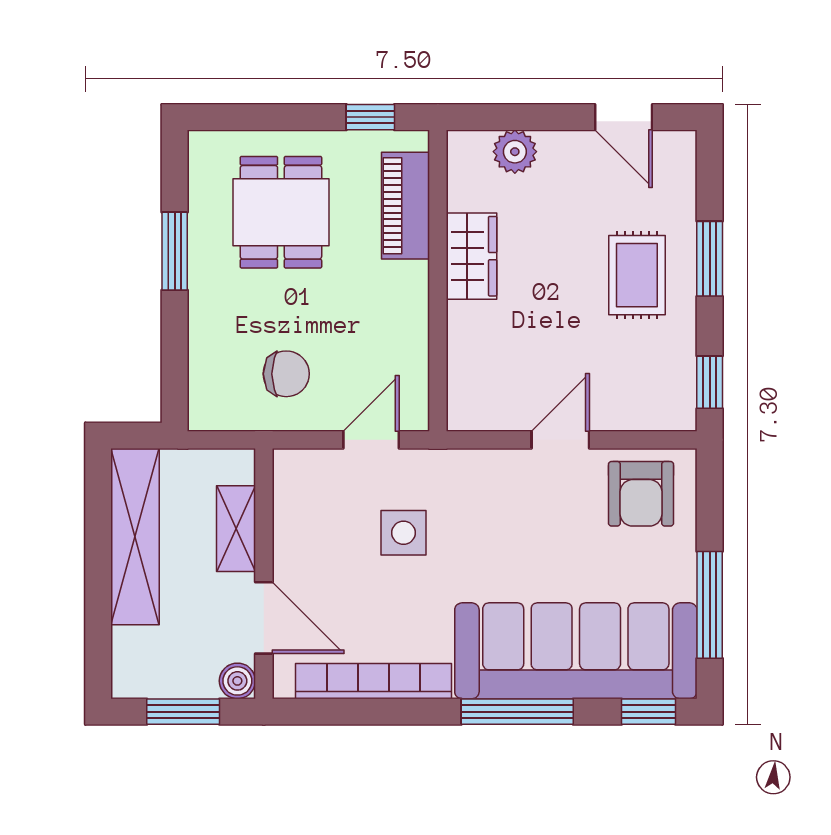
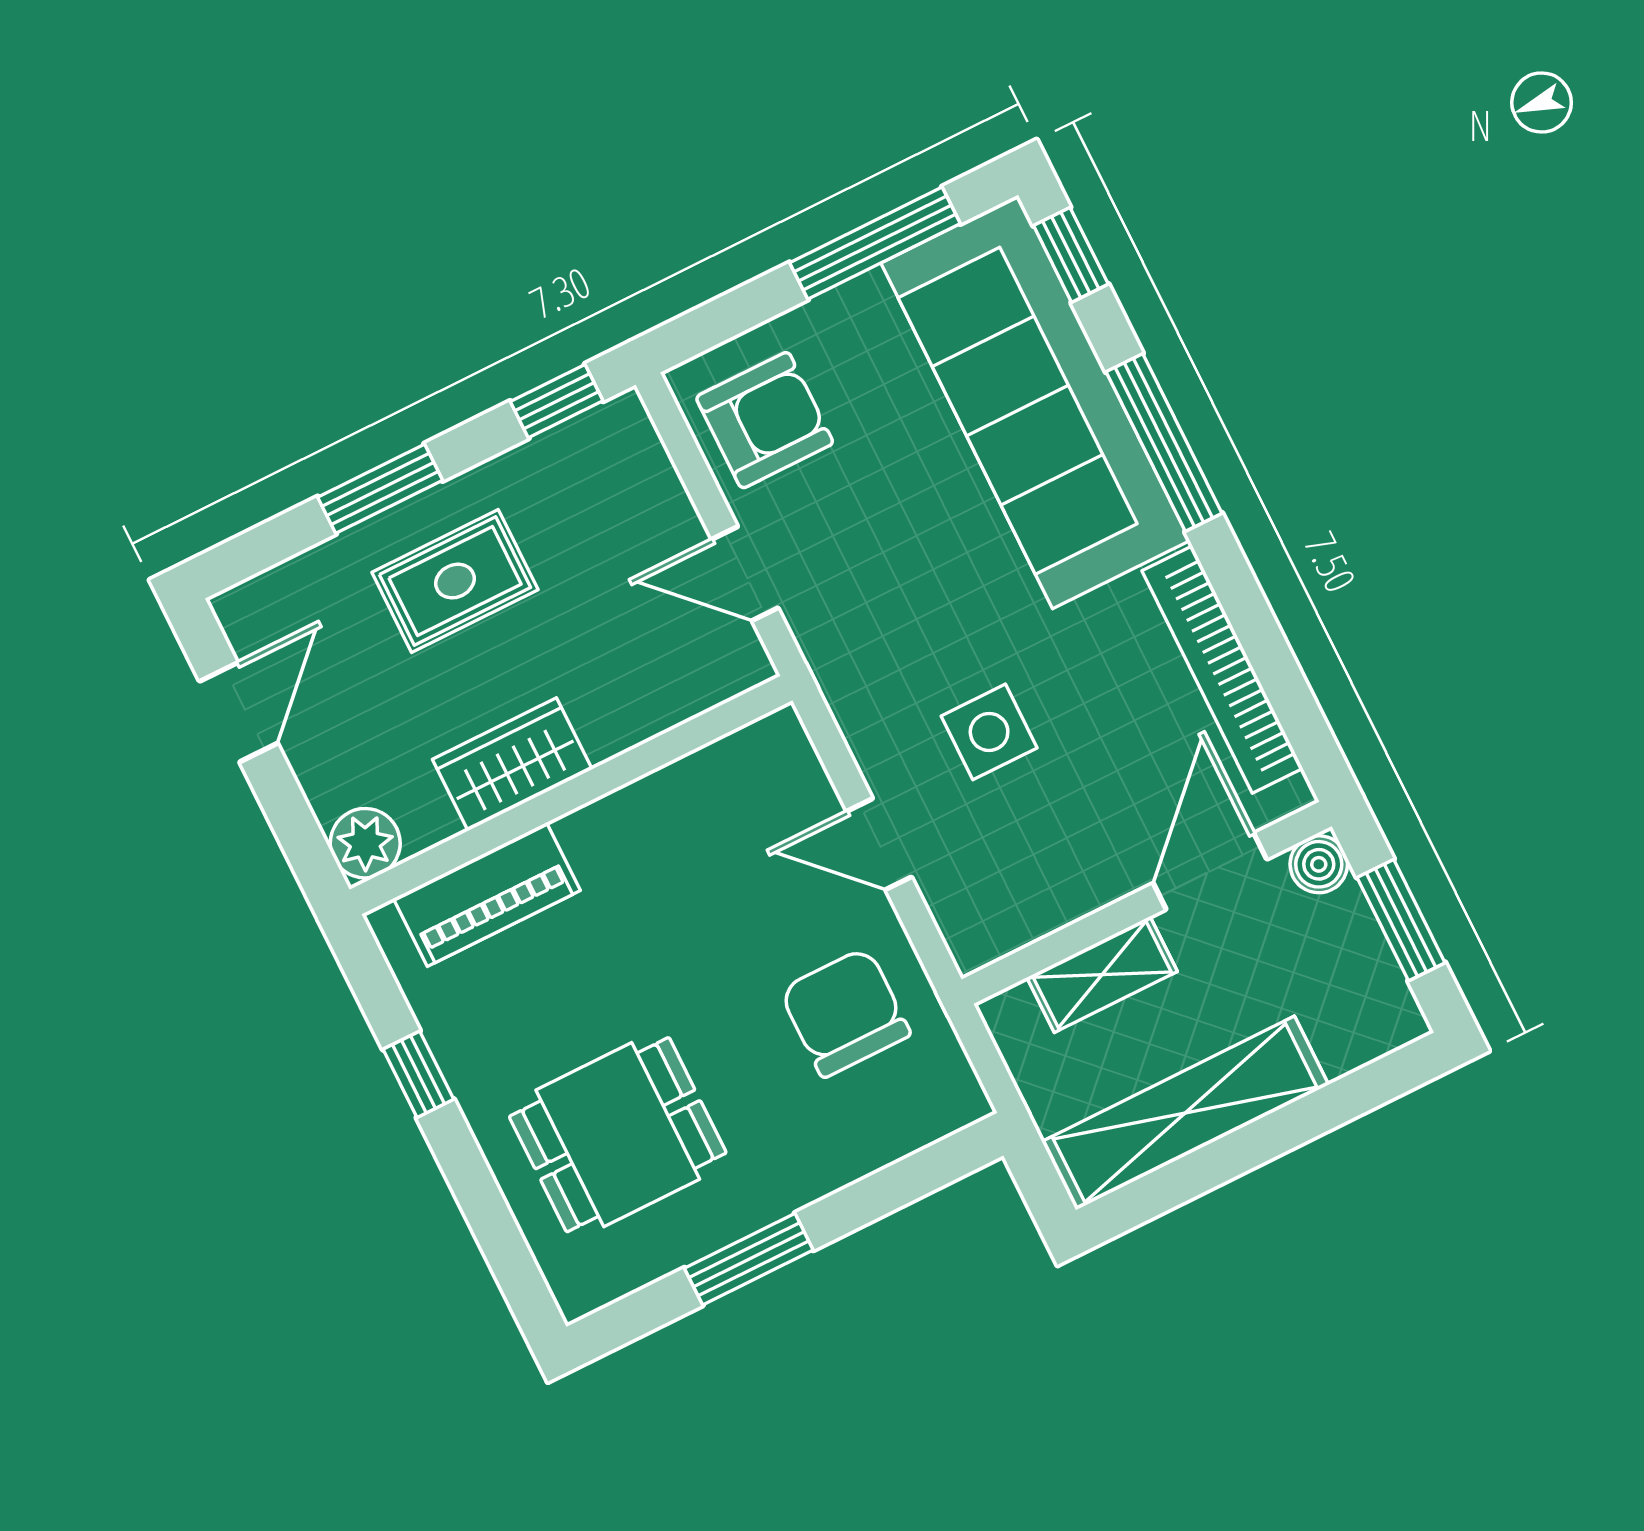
piano: (405, 206) -> (487, 895), moved
wardrobe: (471, 256) -> (512, 764), moved
wall: (438, 281) -> (571, 795), moved
chair: (286, 374) -> (845, 1012), width x1.37, depth x1.37

